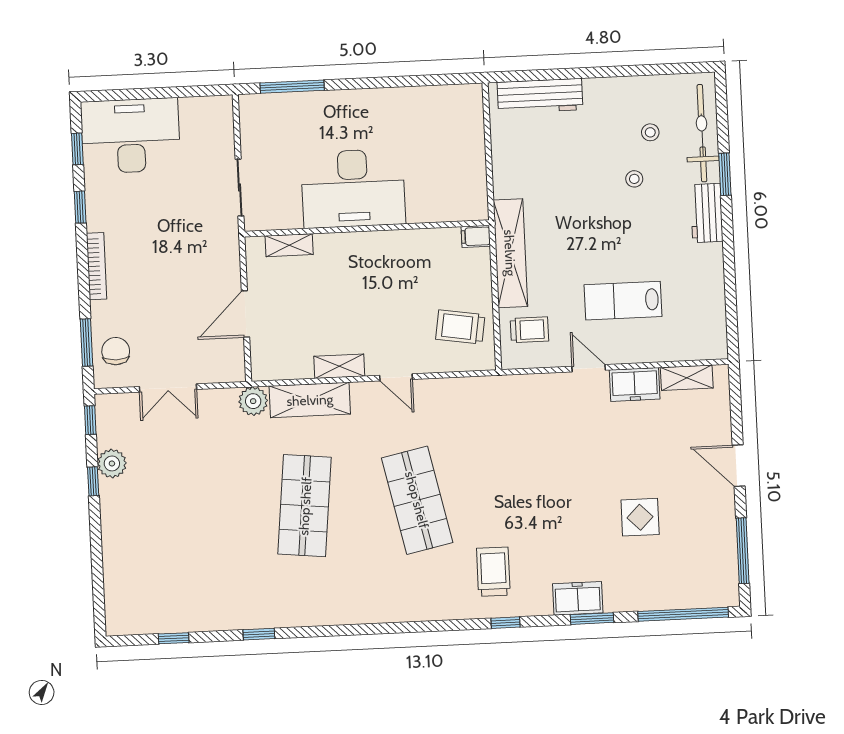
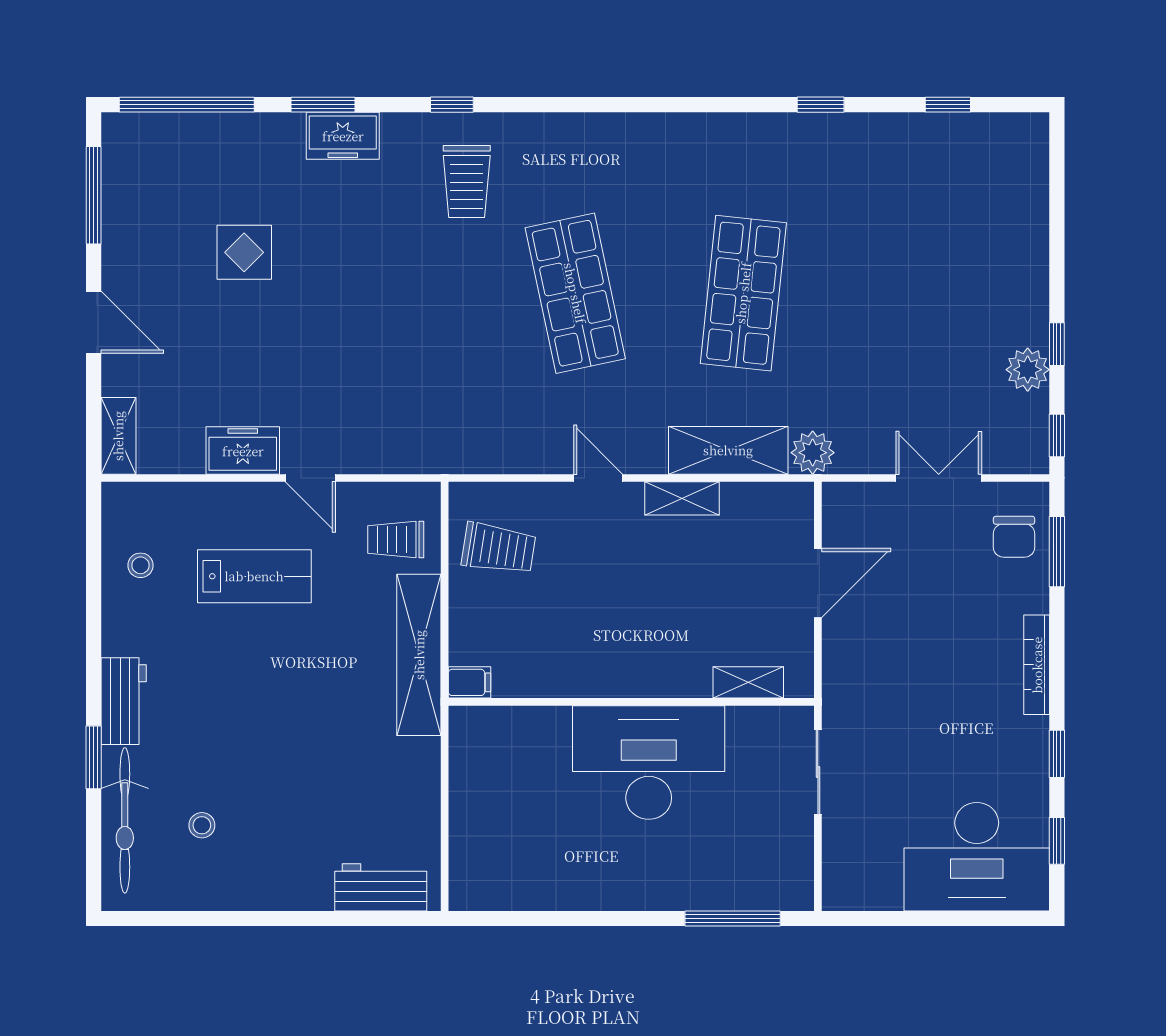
workbench: (540, 96) -> (381, 887), width x0.73
stool: (634, 179) -> (140, 565), moved
shelving: (687, 378) -> (118, 436), moved, turned 90

